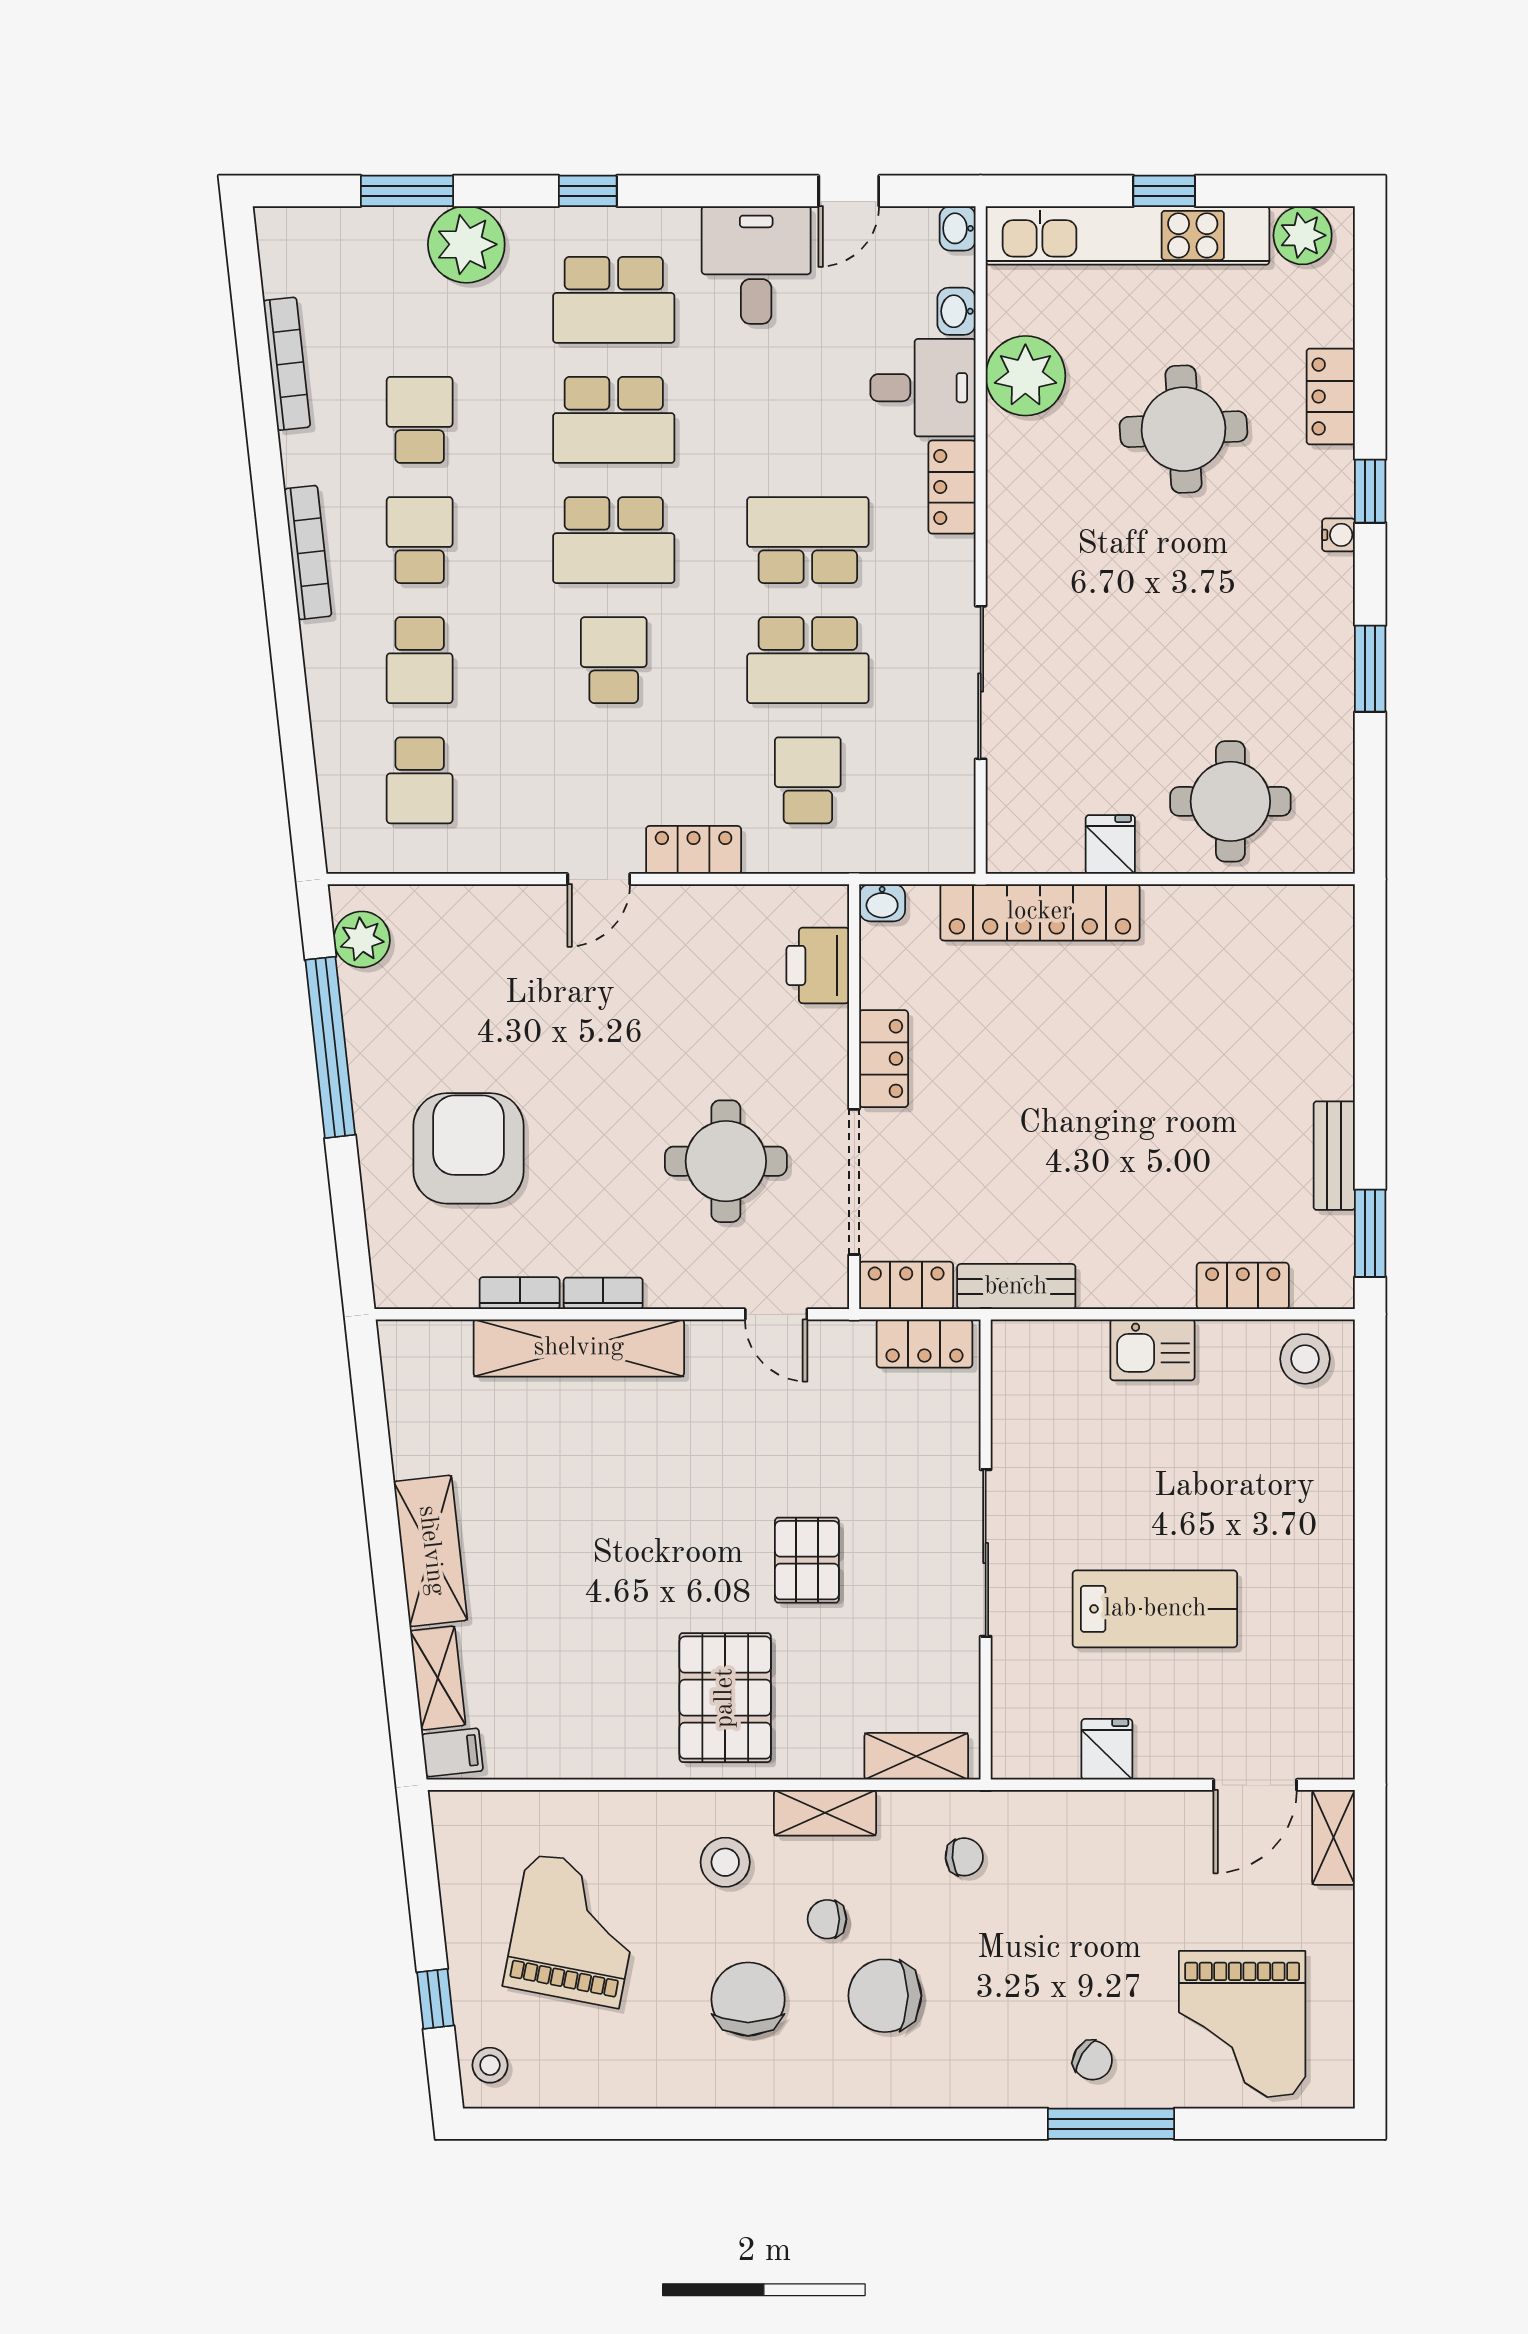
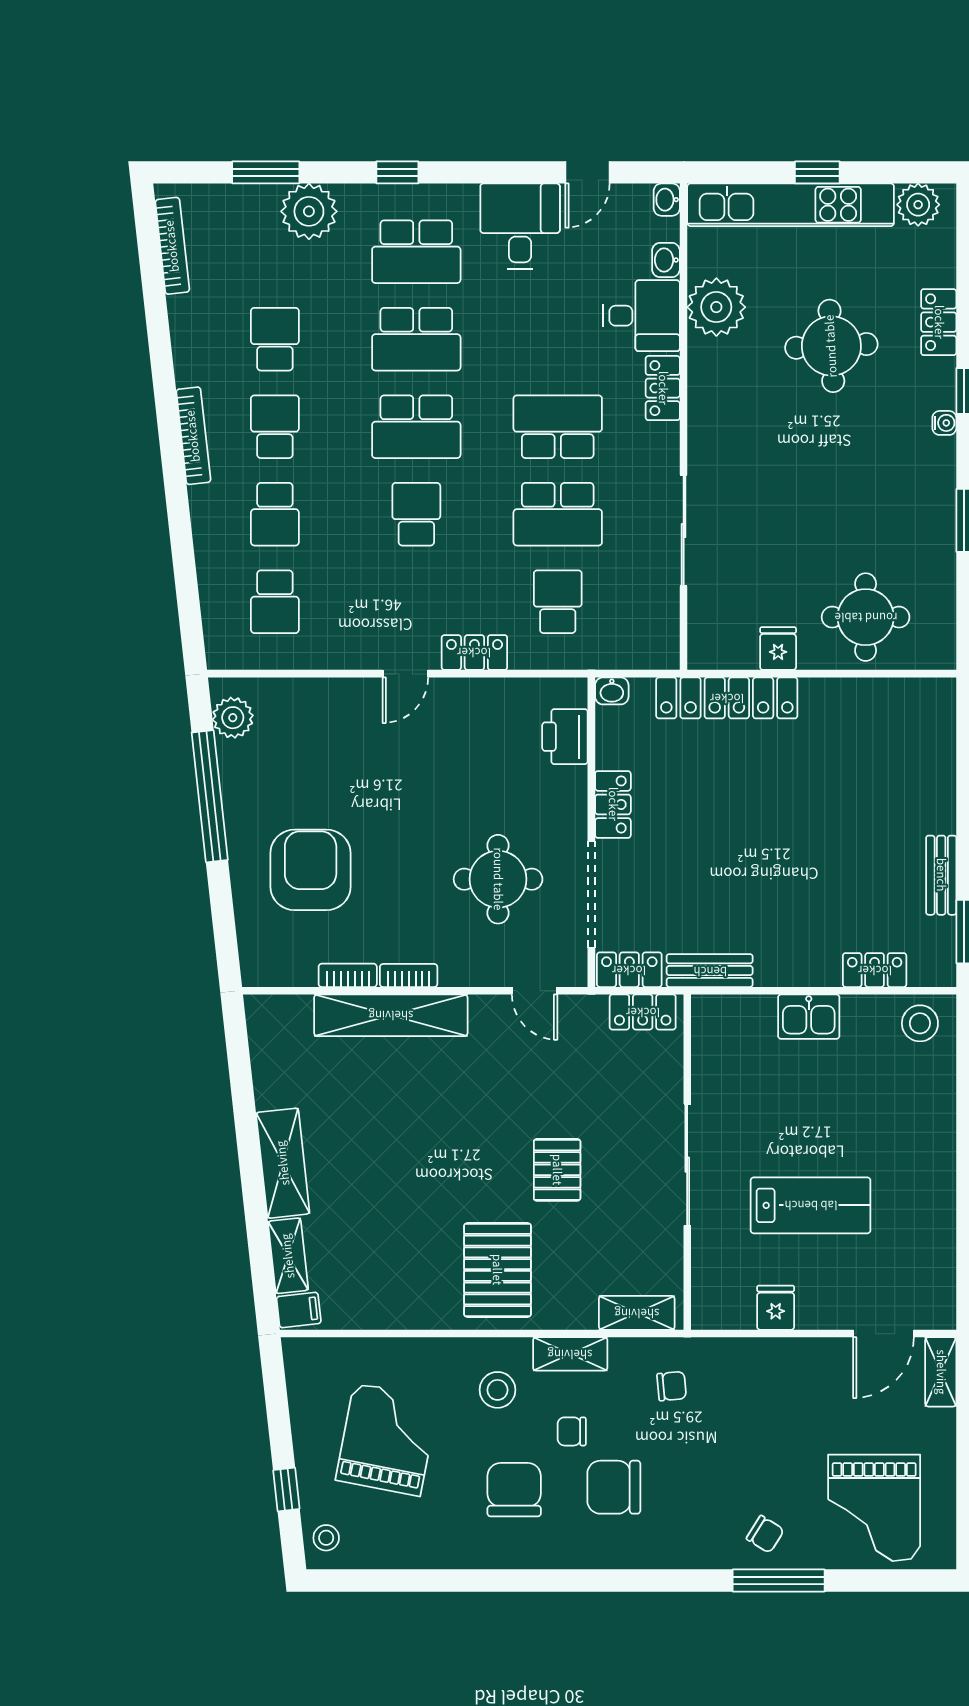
bookcase: (287, 364) -> (172, 246), moved

